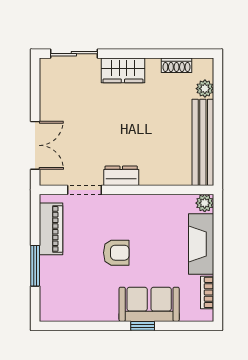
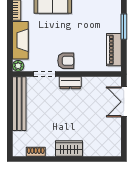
sliding door: (74, 54) -> (100, 159), removed
plant: (205, 89) -> (18, 137), removed
doorway: (85, 190) -> (44, 74), moved
armchair: (116, 253) -> (66, 61), moved, turned 180

